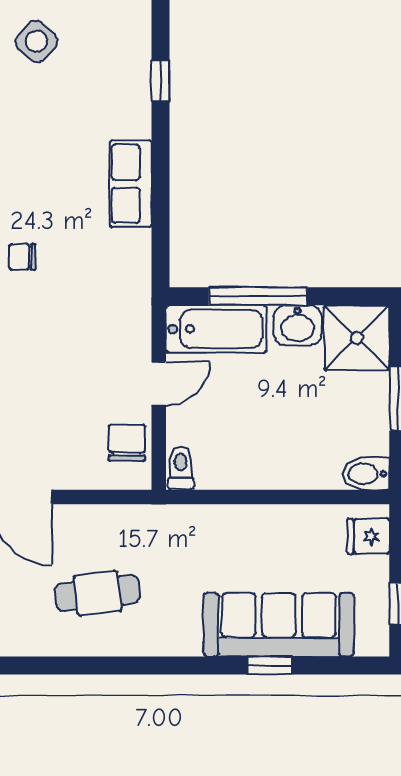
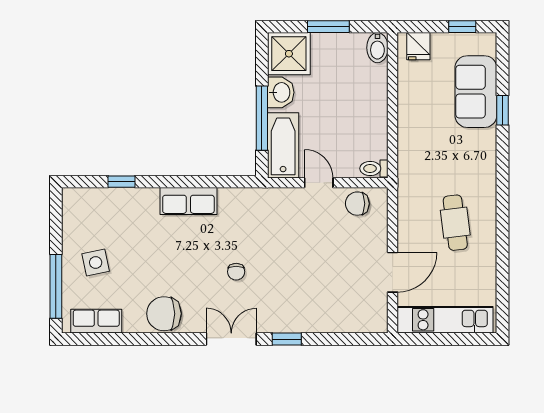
side table: (36, 41) -> (96, 263), turned 37
sofa: (279, 625) -> (476, 92), width x0.73

